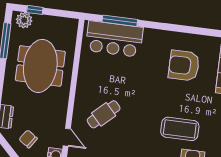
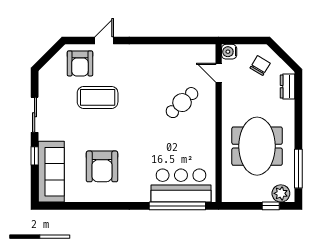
window: (120, 21) -> (177, 206), width x1.46
armchair: (184, 66) -> (102, 166), turned 90
chair: (28, 139) -> (260, 66), turned -93

